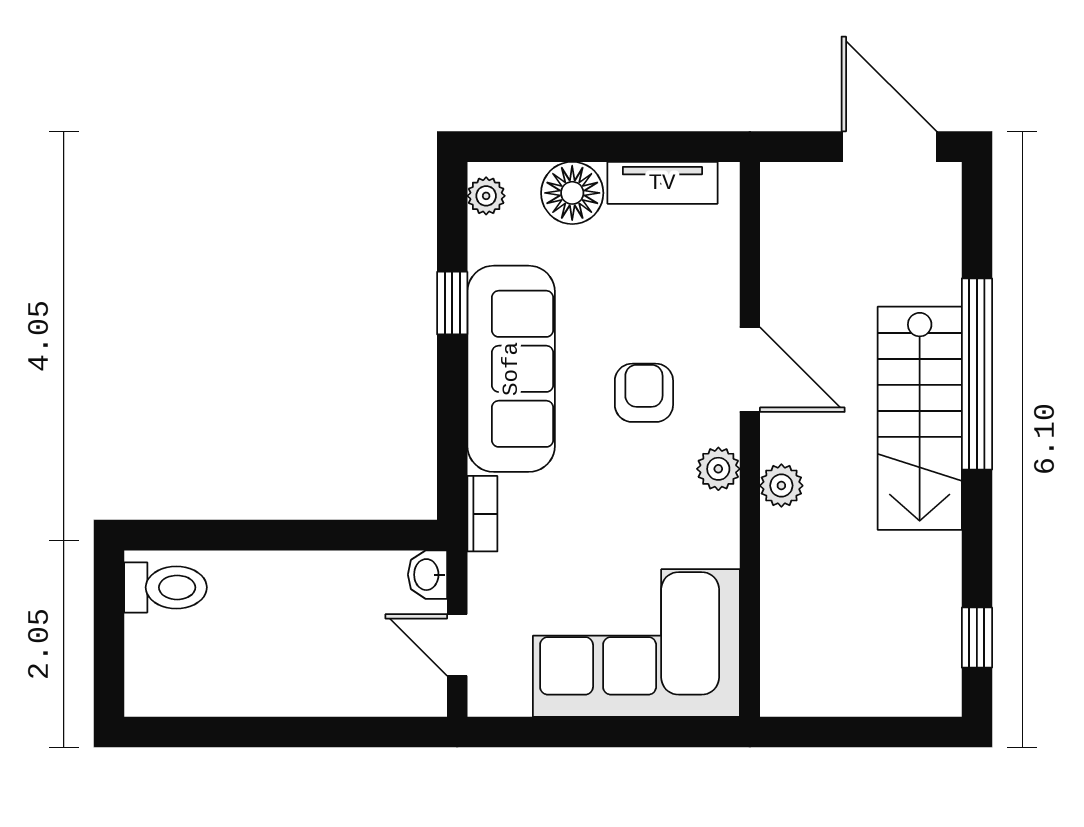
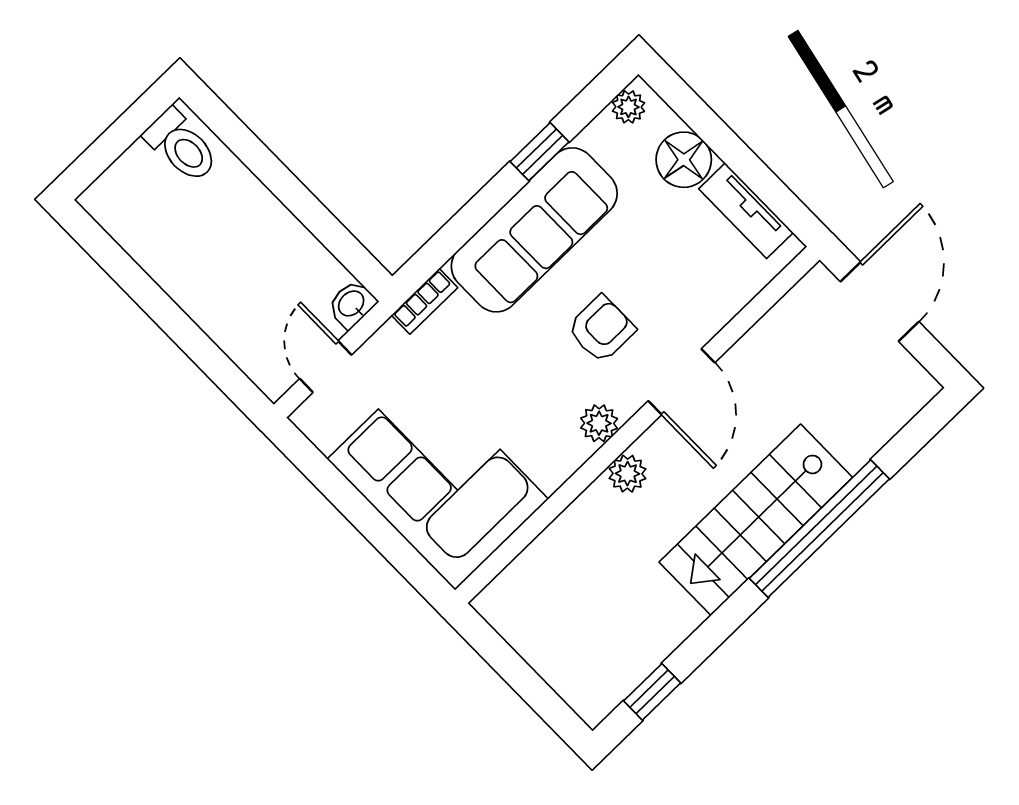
door: (889, 147) -> (880, 302), moved

